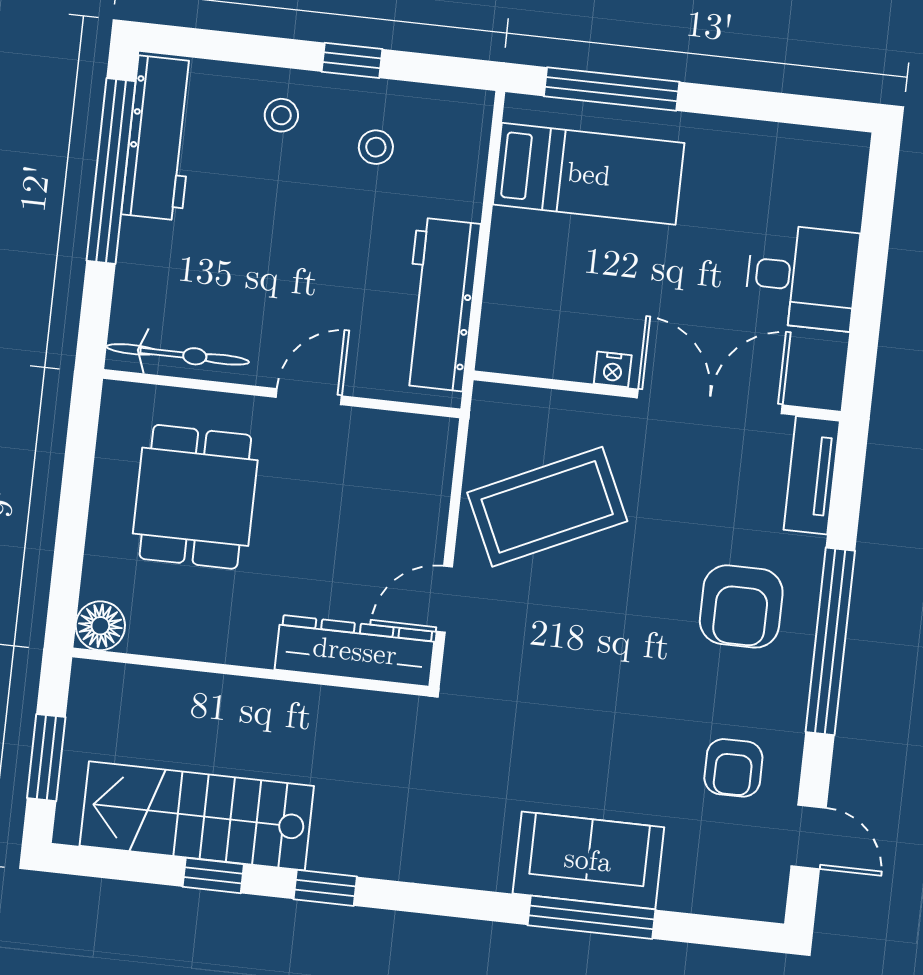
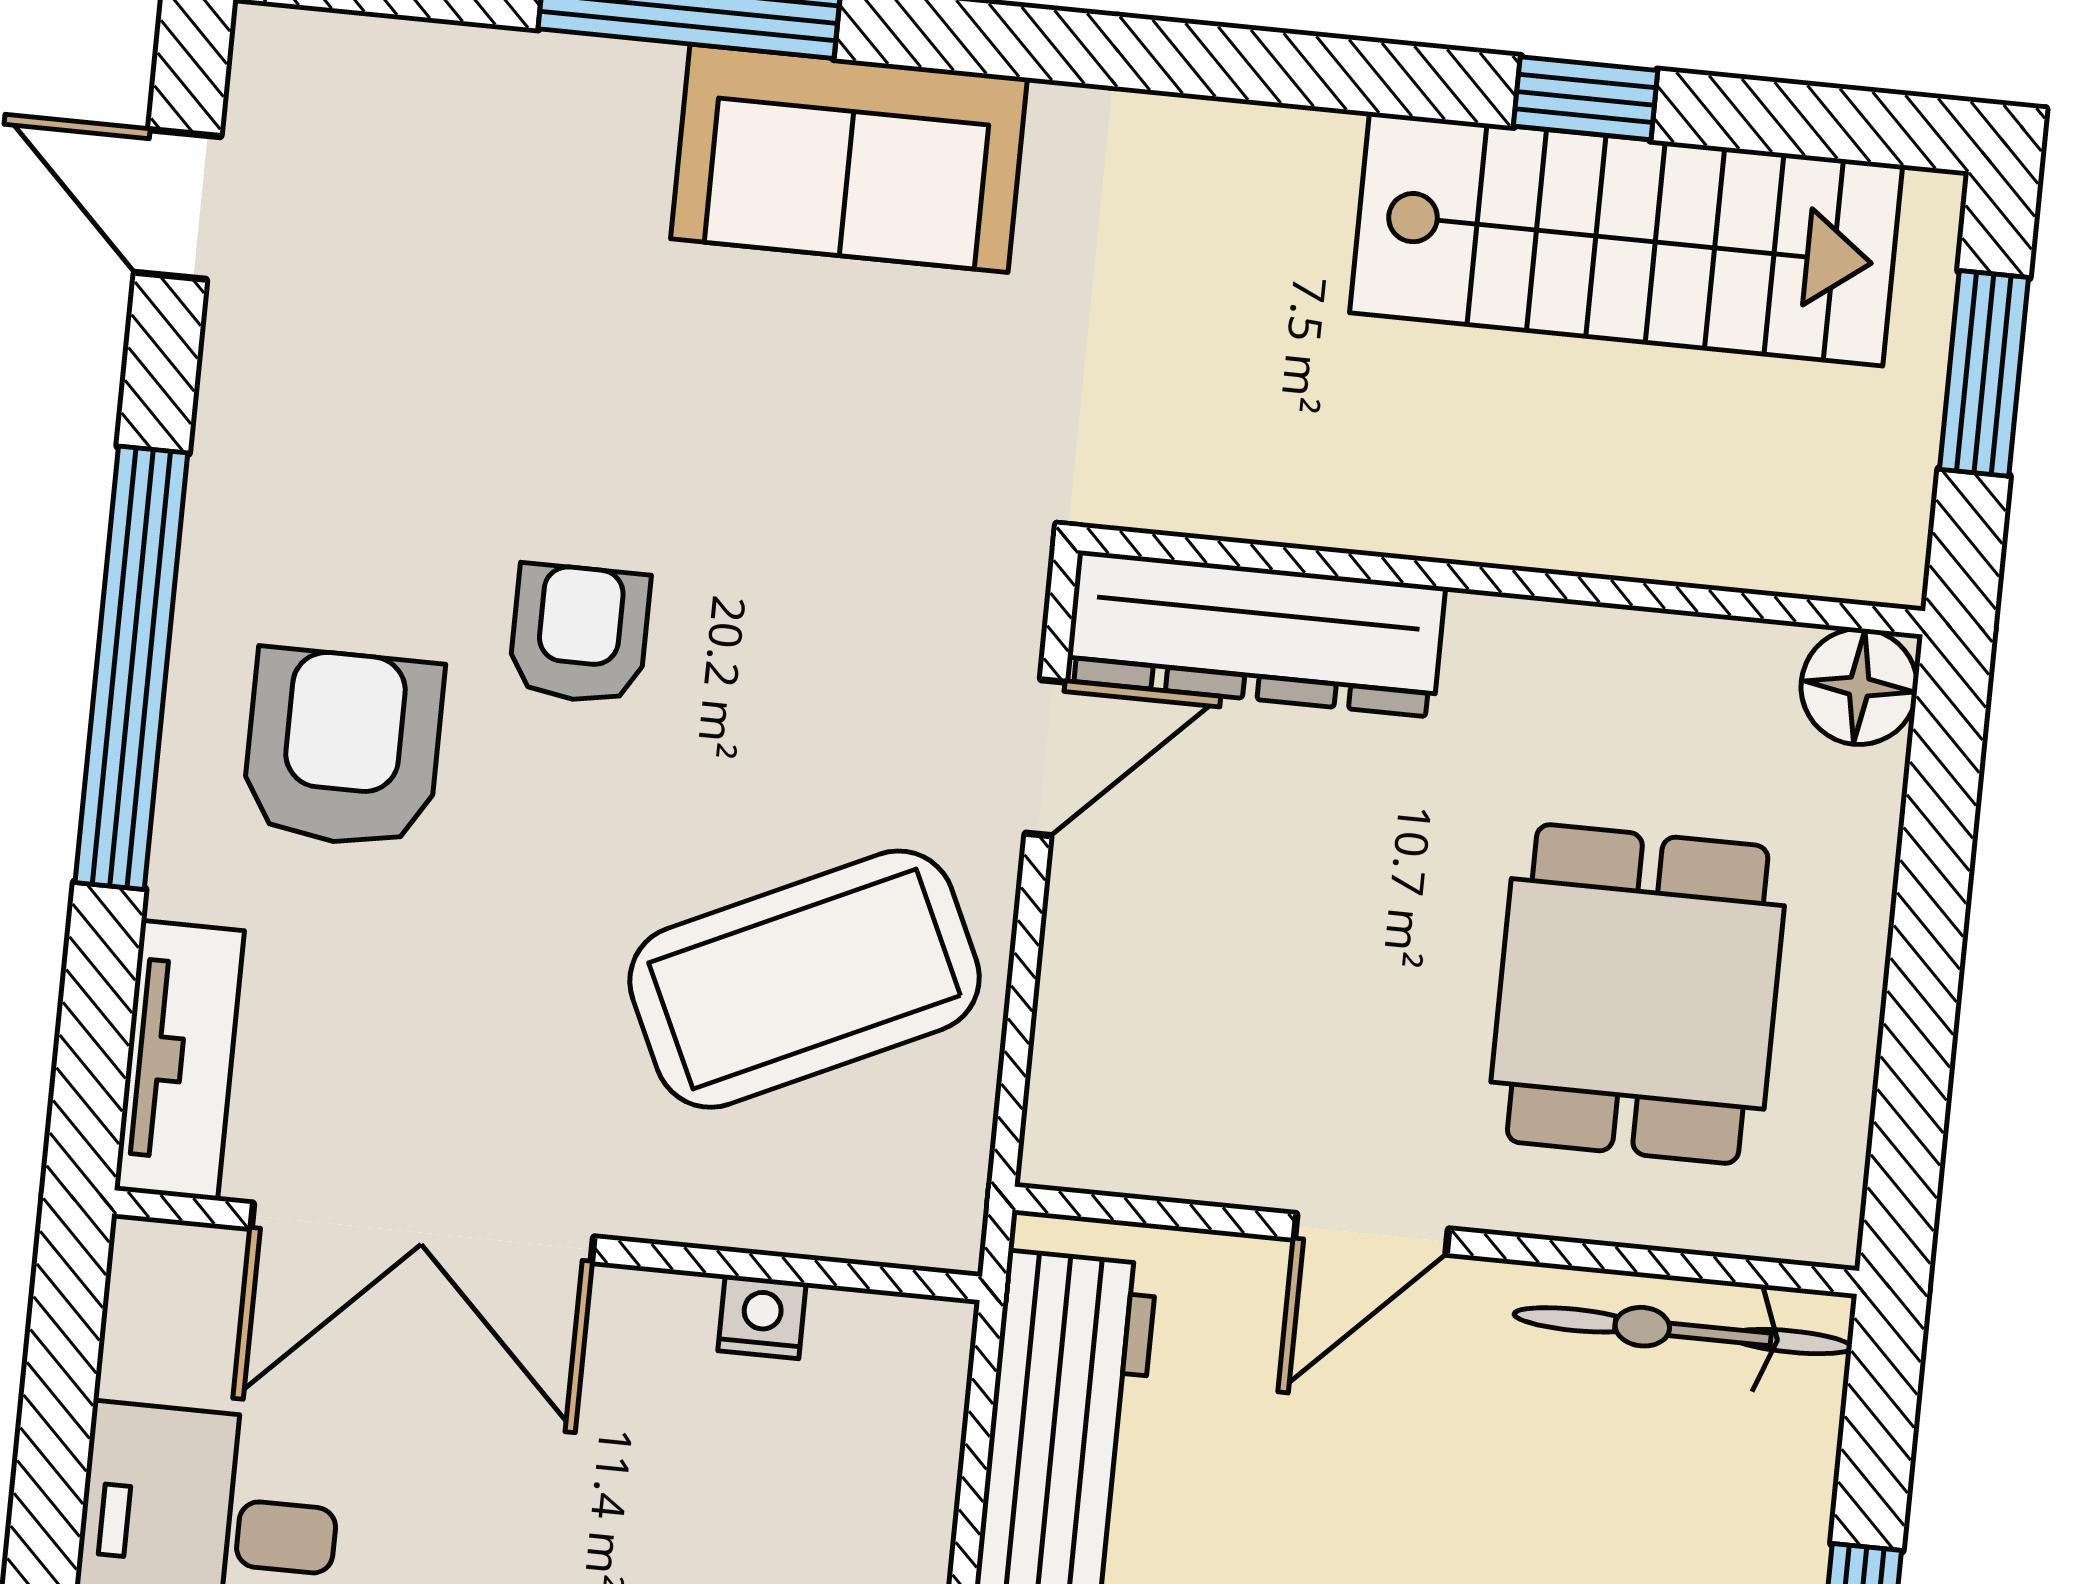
nightstand: (613, 369) -> (762, 1317), moved
armchair: (733, 768) -> (579, 634), moved
sofa: (588, 860) -> (849, 158), moved
window: (325, 888) -> (1320, 72), removed

